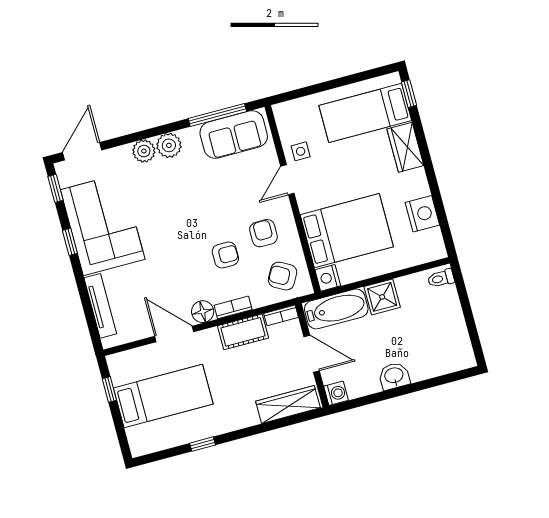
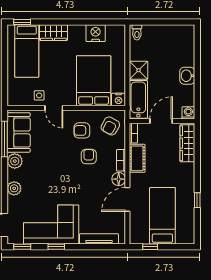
plant: (169, 145) -> (15, 161), moved

